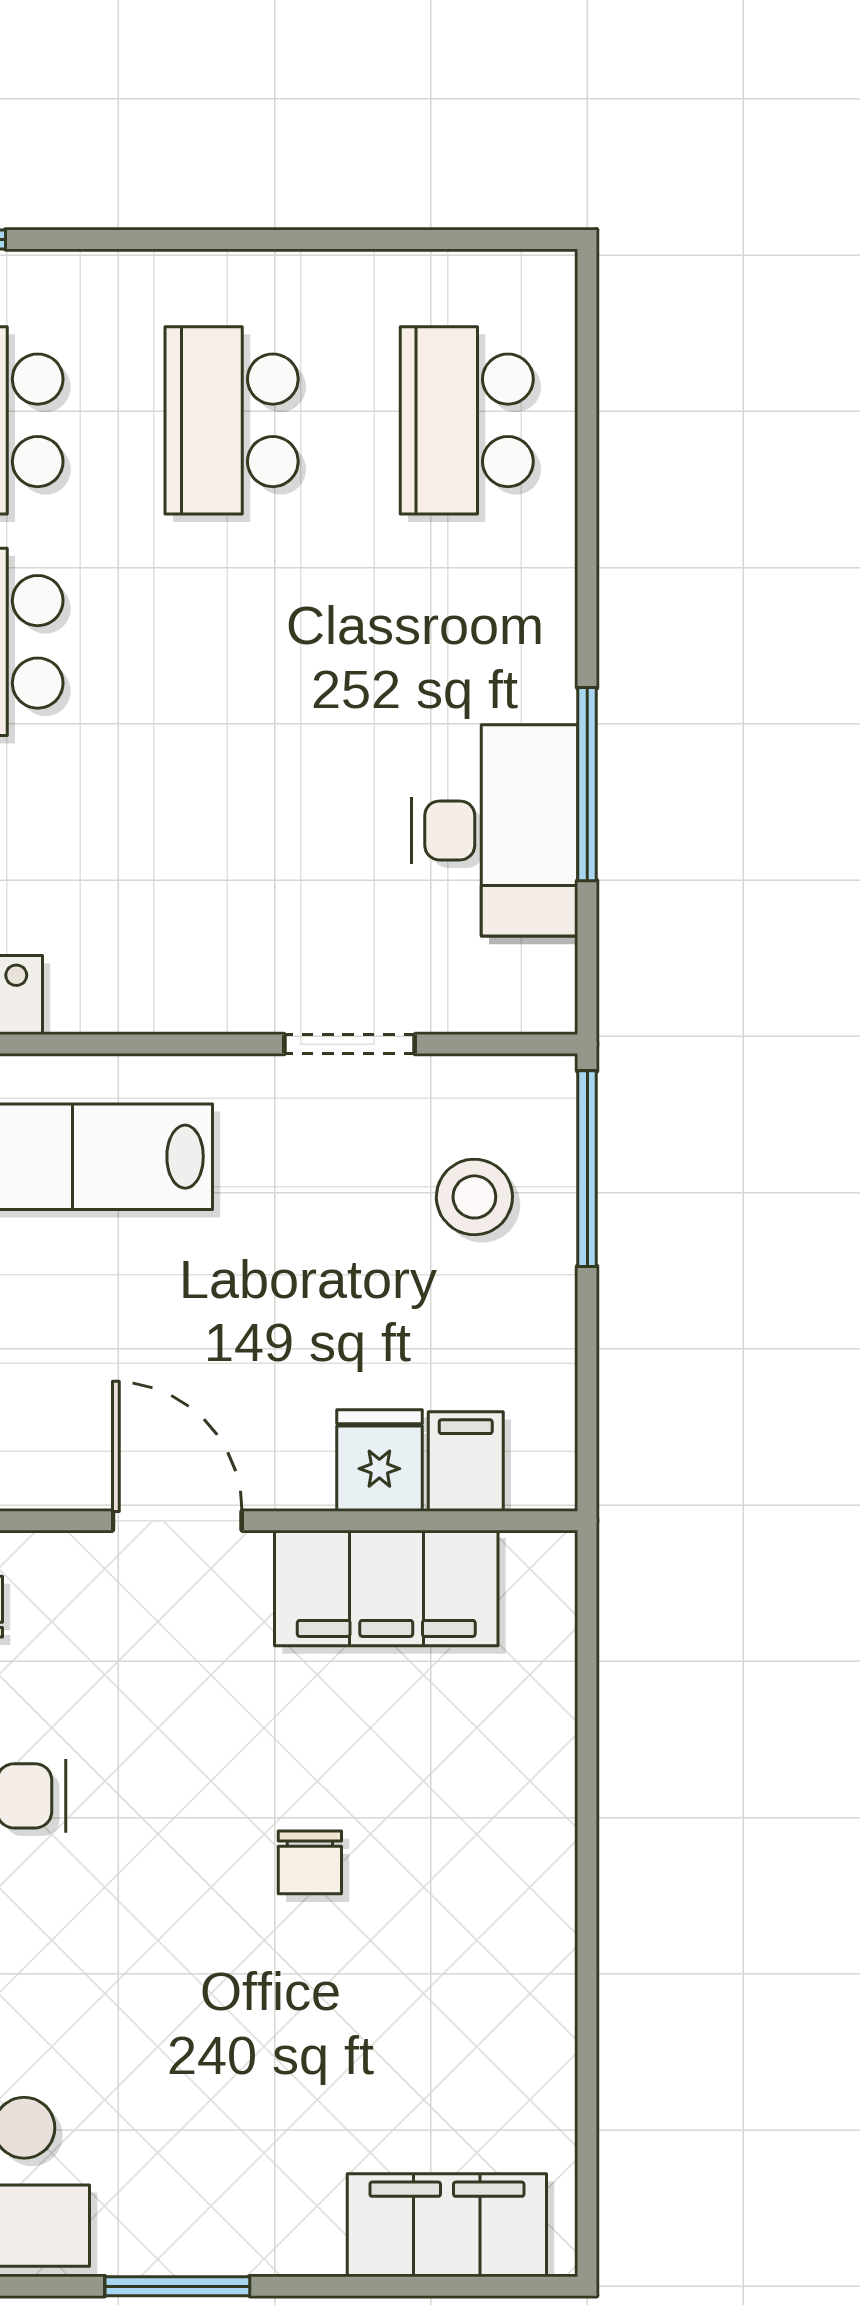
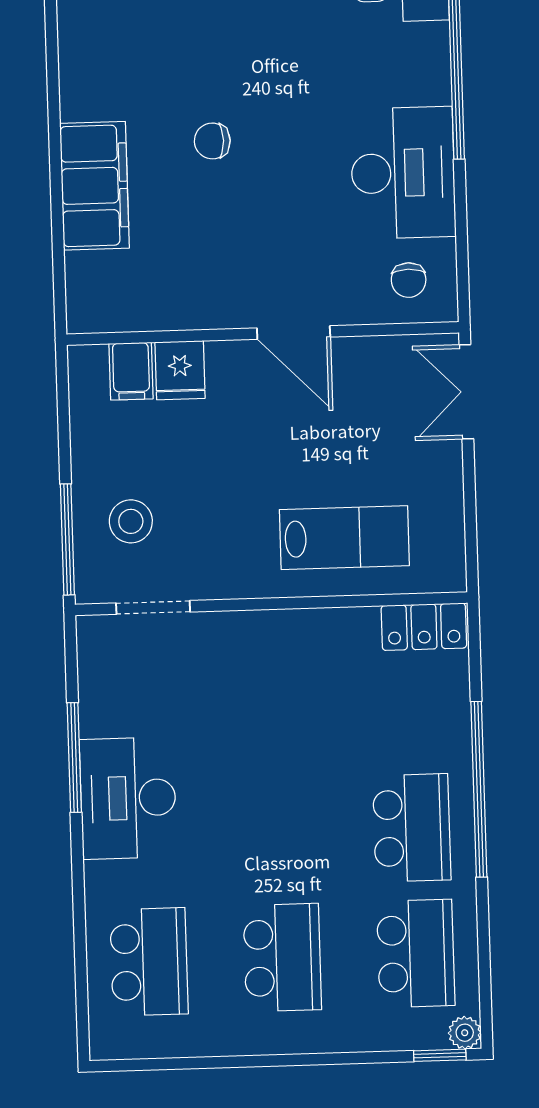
desk: (495, 830) -> (128, 798), moved
doorway: (350, 1044) -> (153, 607), moved
filing cabinet: (386, 1588) -> (94, 186), moved, turned 90
chair: (310, 1862) -> (212, 141), turned -90

